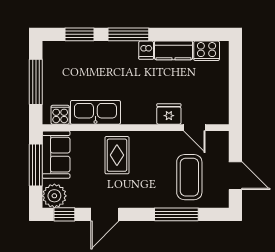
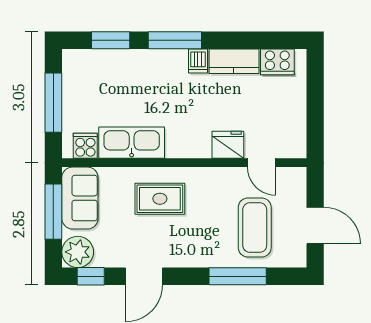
rug: (117, 155) -> (160, 199), turned 90

